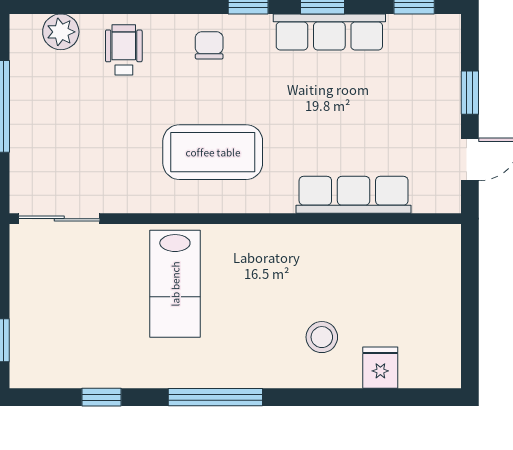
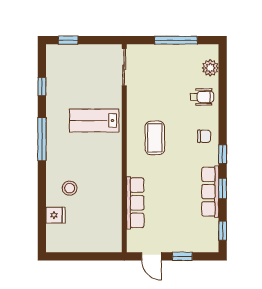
coffee table: (213, 152) -> (155, 138), width x0.73, depth x0.76

